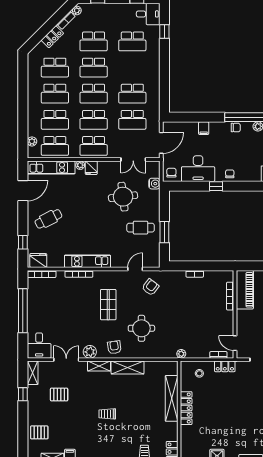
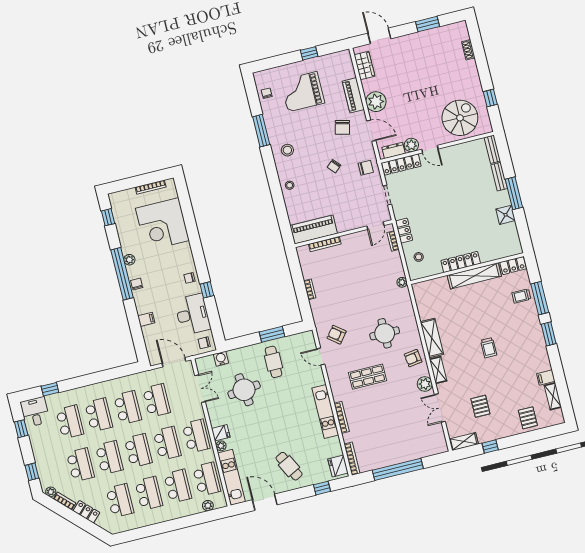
school desk: (132, 68) -> (99, 415), added
desk: (39, 346) -> (432, 442), removed
shelving: (172, 398) -> (474, 276), moved

